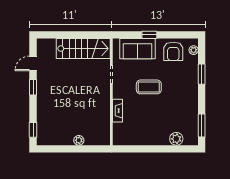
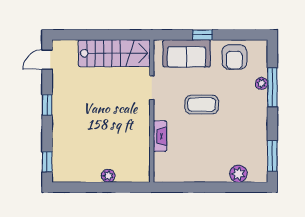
plant: (194, 50) -> (261, 83), moved
door: (33, 63) -> (47, 60), moved
window: (202, 74) -> (272, 87), width x1.44

